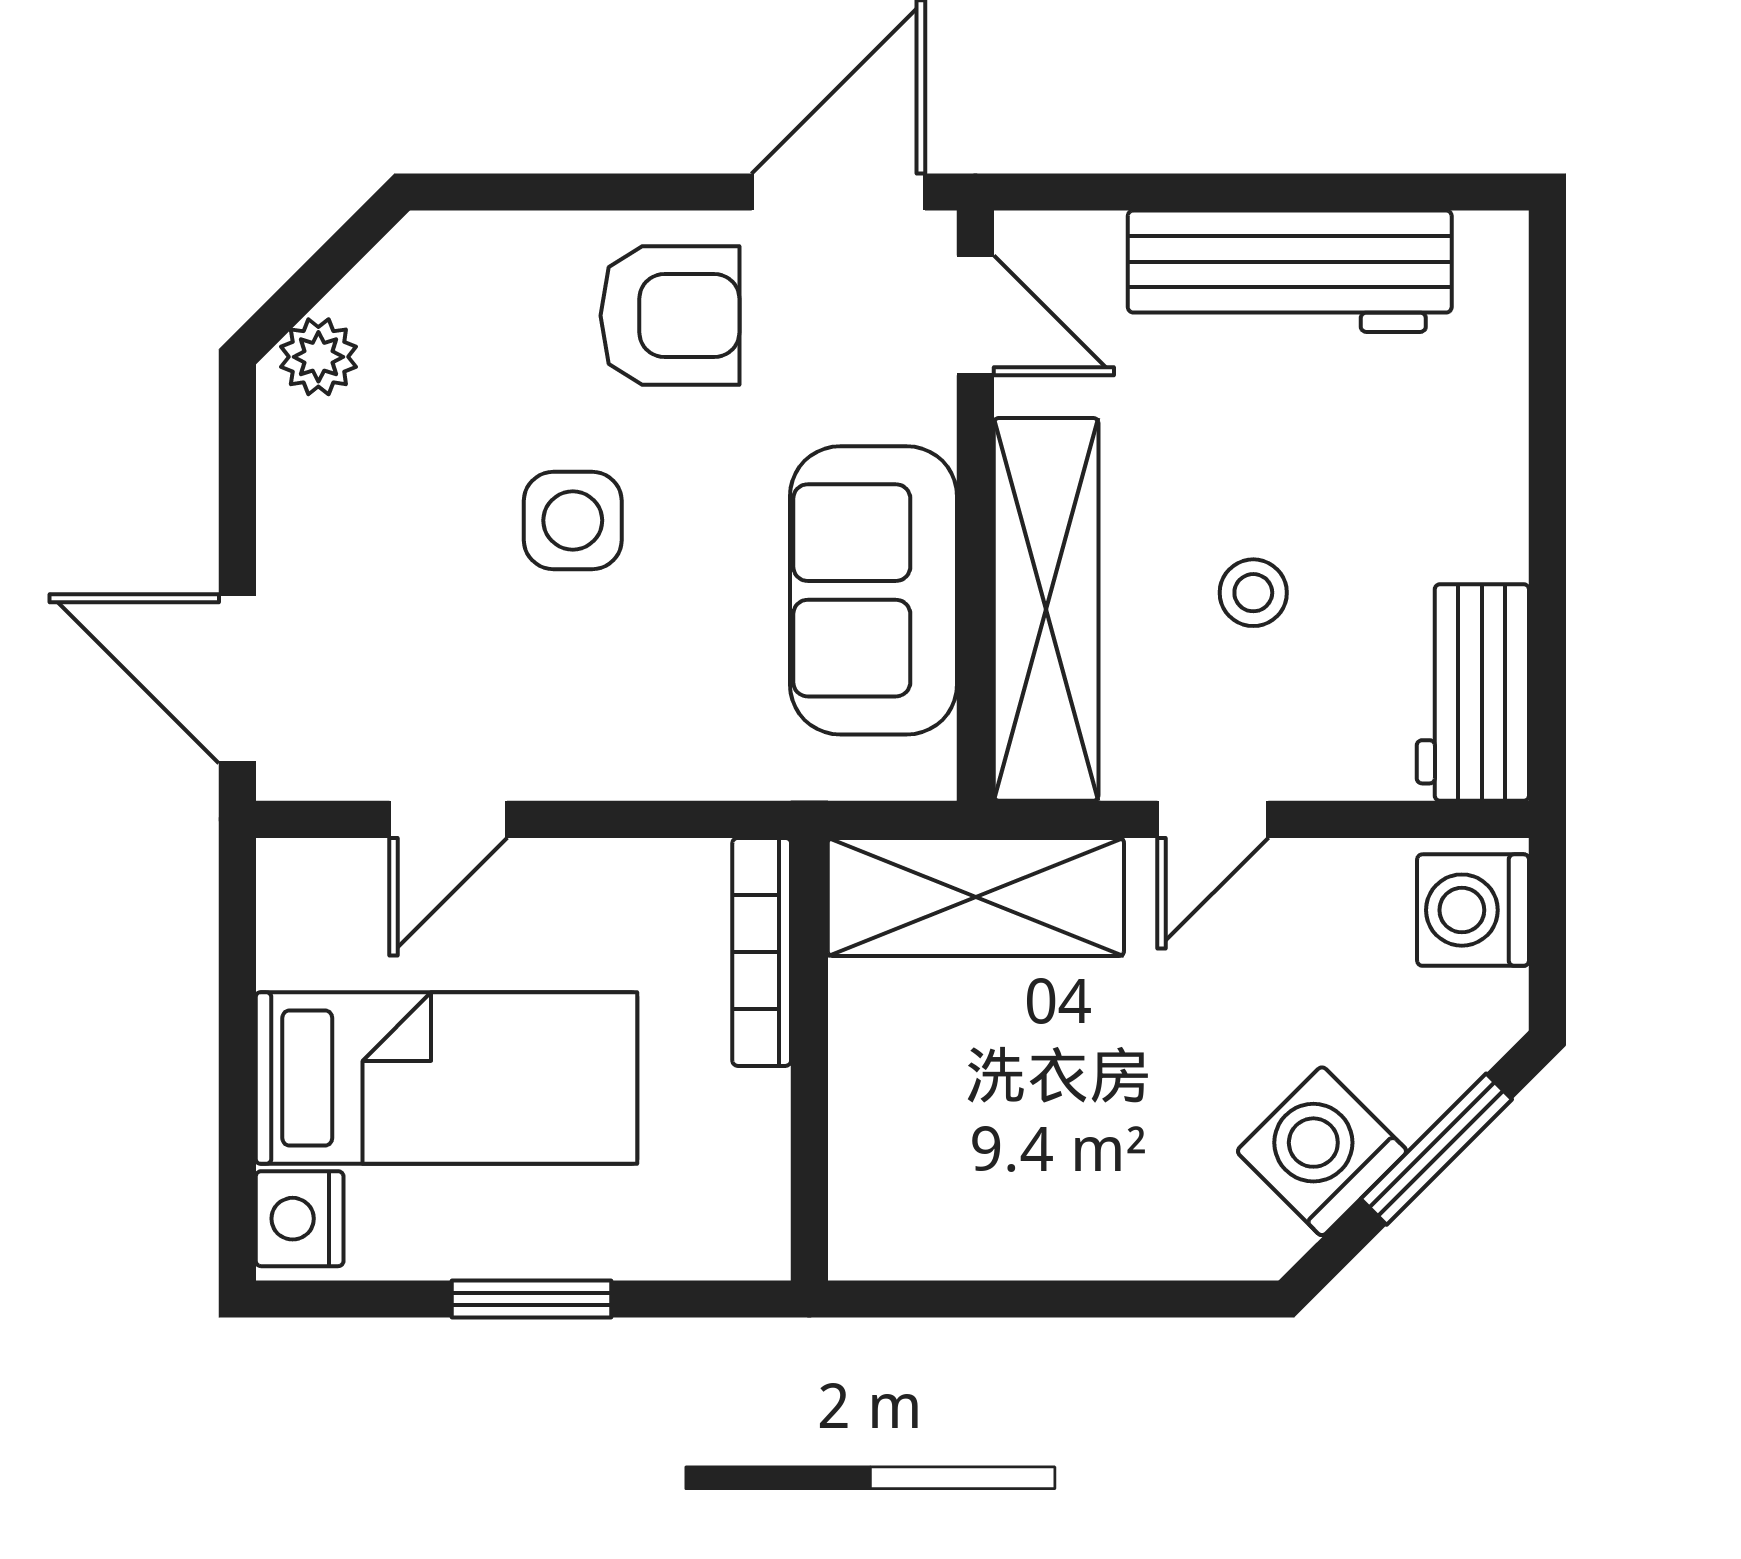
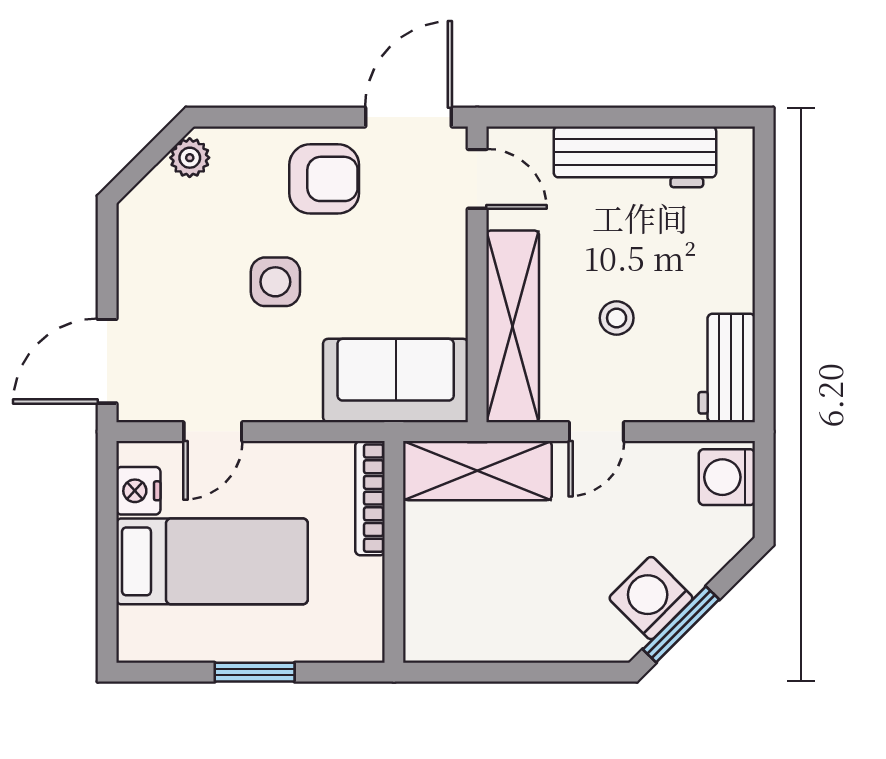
plant: (318, 357) -> (190, 158), moved
sofa: (873, 590) -> (396, 381), moved, turned 90
door: (237, 679) -> (107, 361), hinge flipped
window: (1436, 1149) -> (681, 624), moved
nightstand: (300, 1219) -> (138, 491), moved

